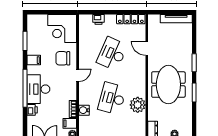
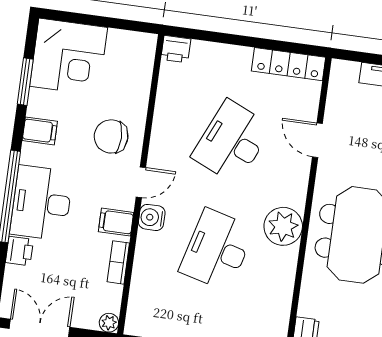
printer: (99, 19) -> (176, 49), moved
corner desk: (62, 28) -> (69, 57), moved, turned -90
plant: (138, 105) -> (283, 226), moved
water cooler: (84, 110) -> (152, 217), moved
filing cabinet: (70, 123) -> (116, 222), moved

